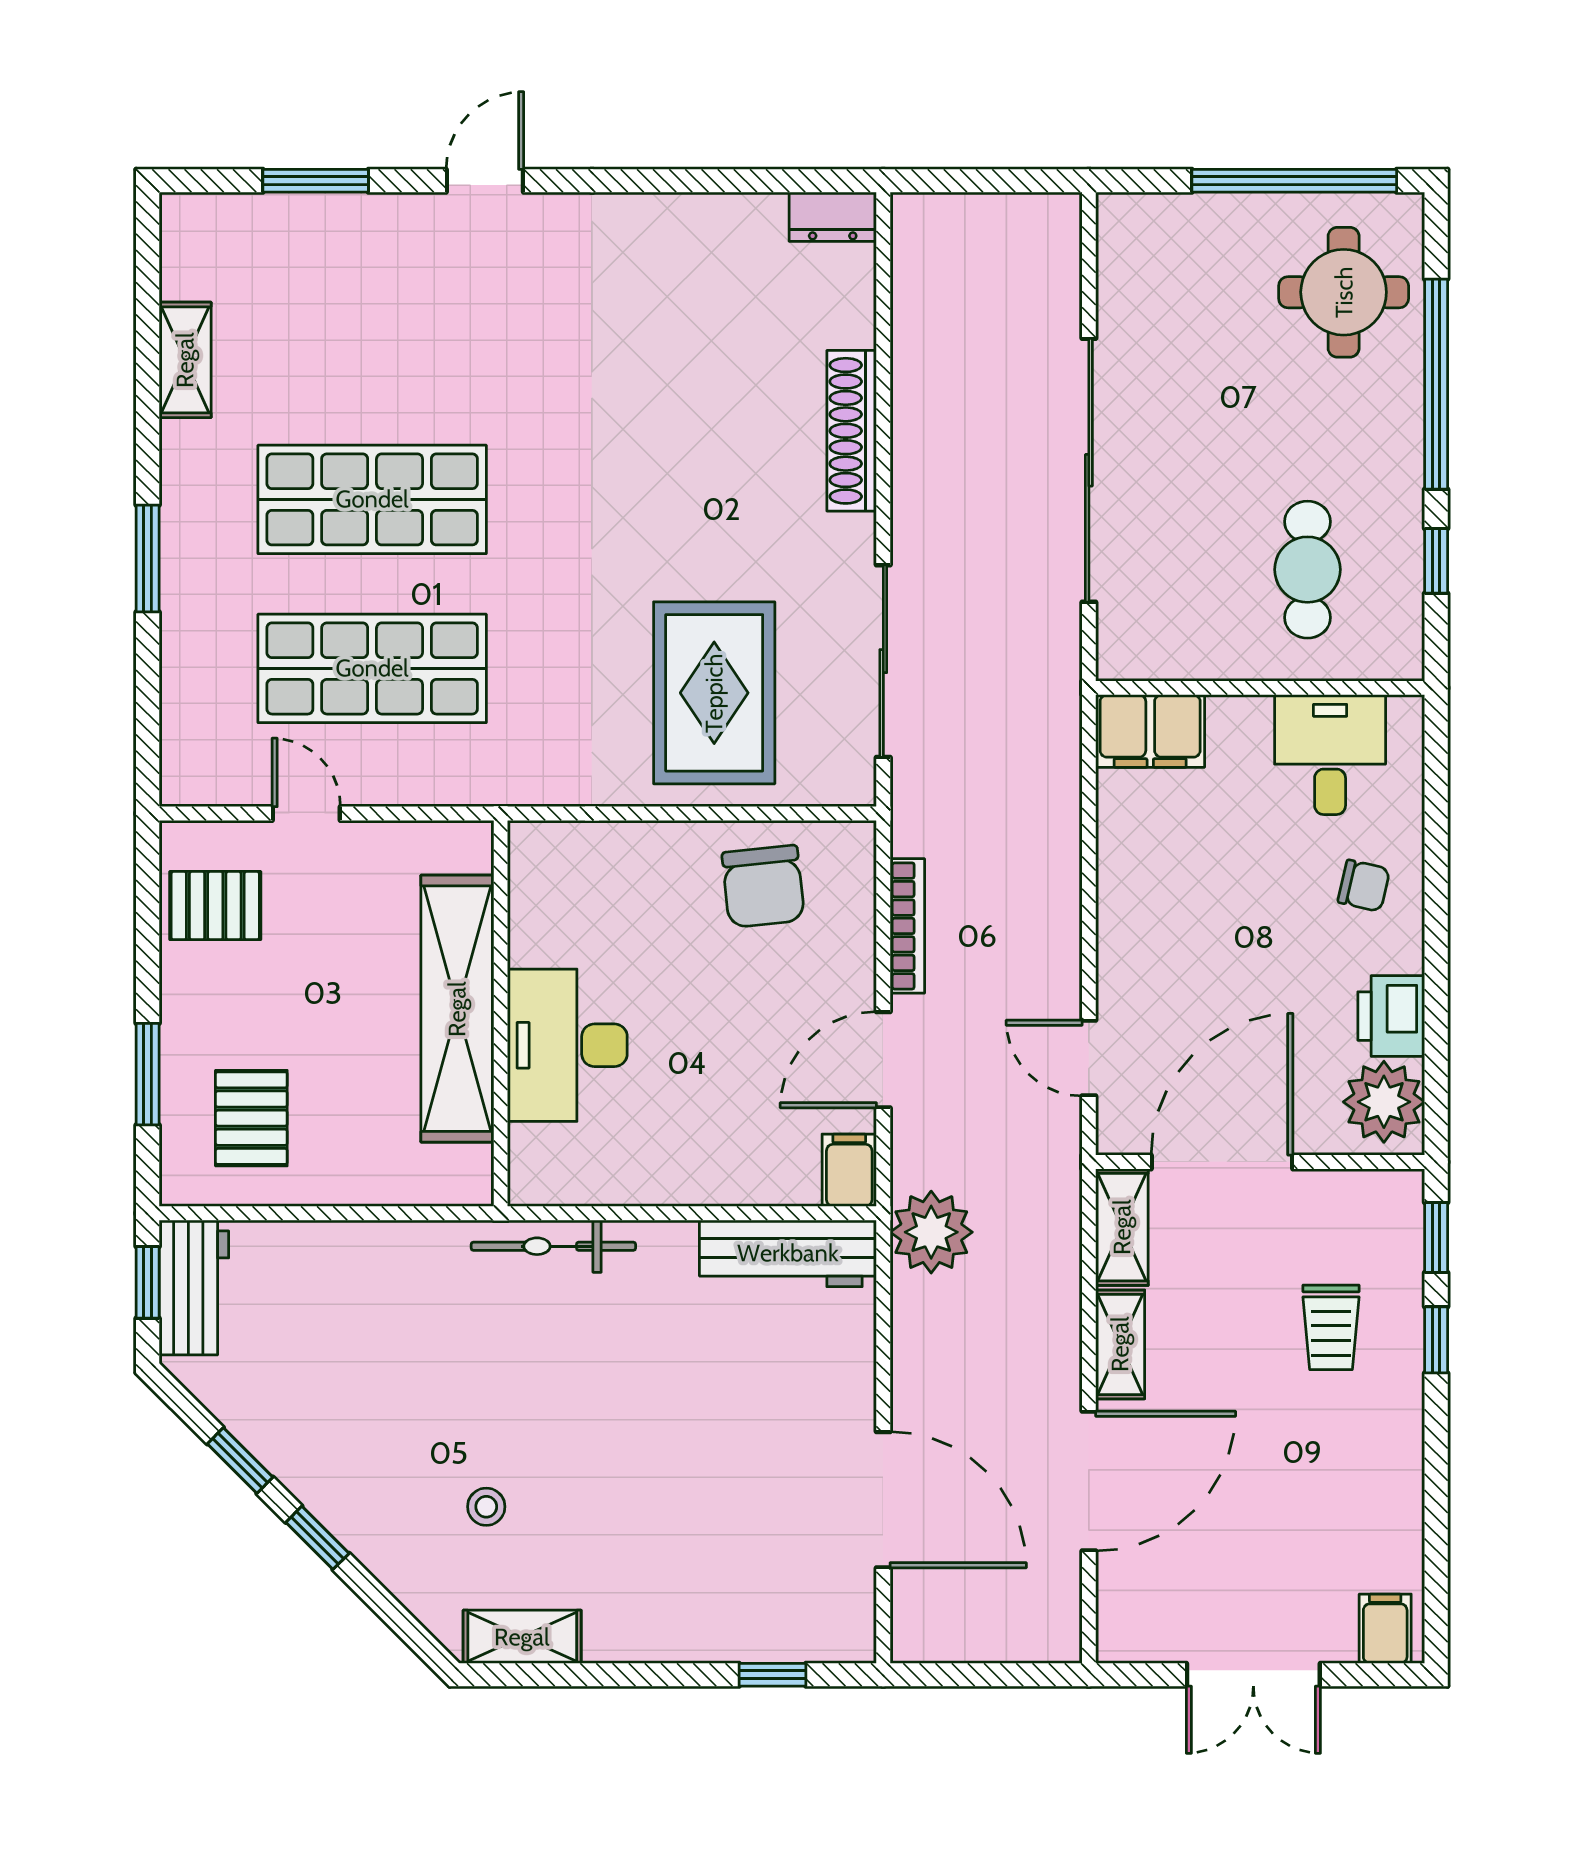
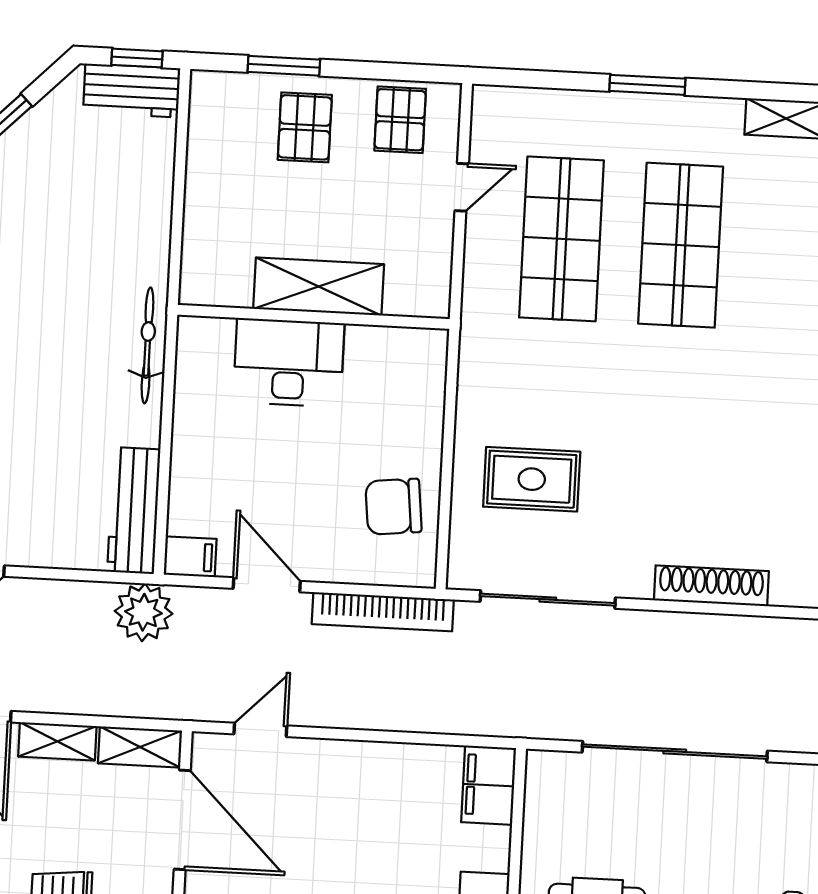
rug: (714, 693) -> (532, 479), width x0.73, depth x0.70
bookcase: (907, 926) -> (383, 612), width x1.48, depth x1.31
shelving: (457, 1009) -> (319, 287), width x0.68
pallet: (251, 1118) -> (305, 127), moved, turned 90

